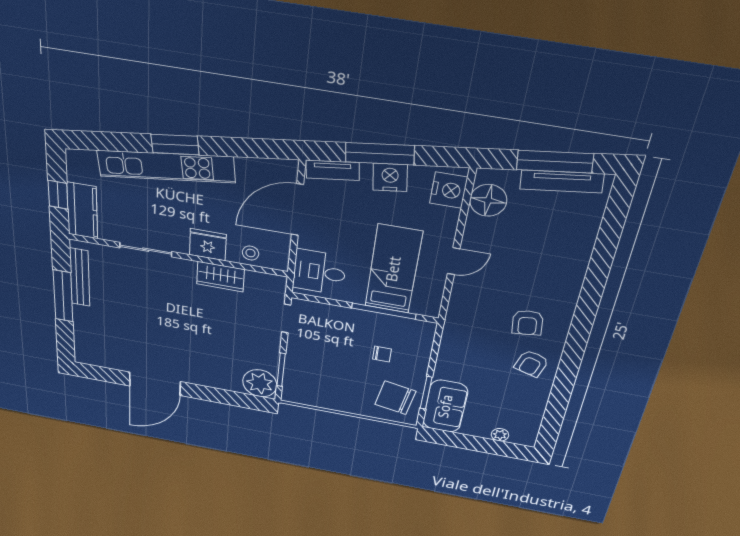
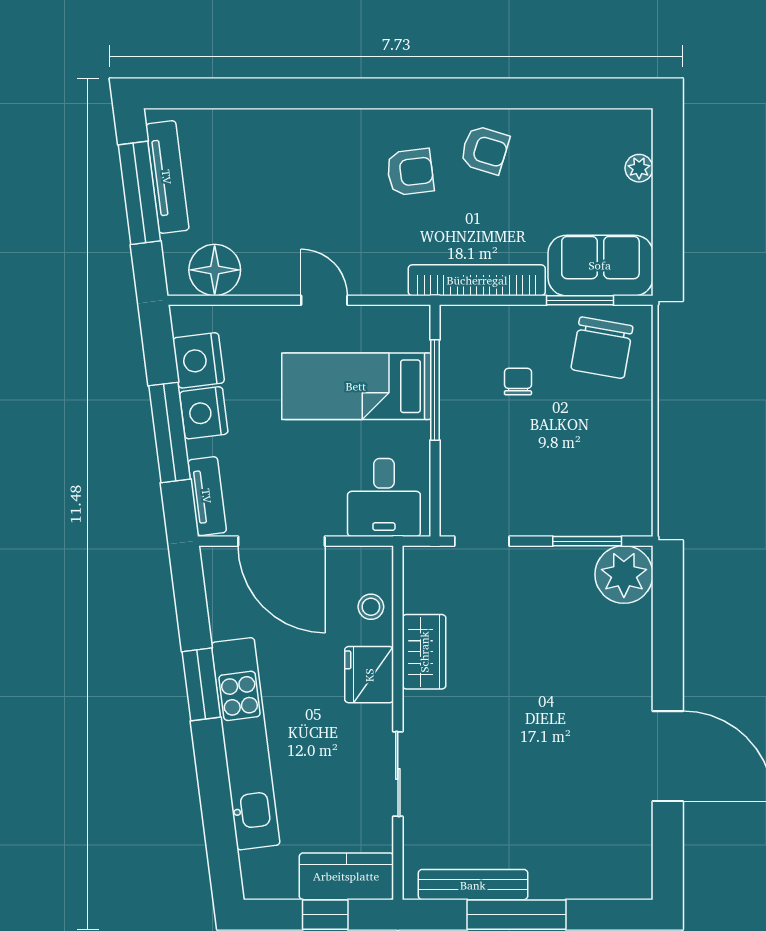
window: (175, 145) -> (201, 684), moved
nightstand: (449, 190) -> (199, 360), moved, turned -97
bookcase: (449, 345) -> (477, 280), added

